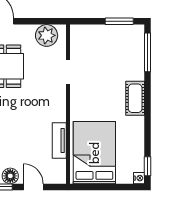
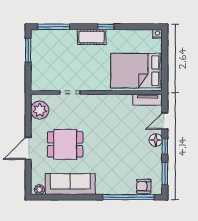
tv unit: (59, 140) -> (148, 100), moved
window: (148, 166) -> (106, 27), moved

